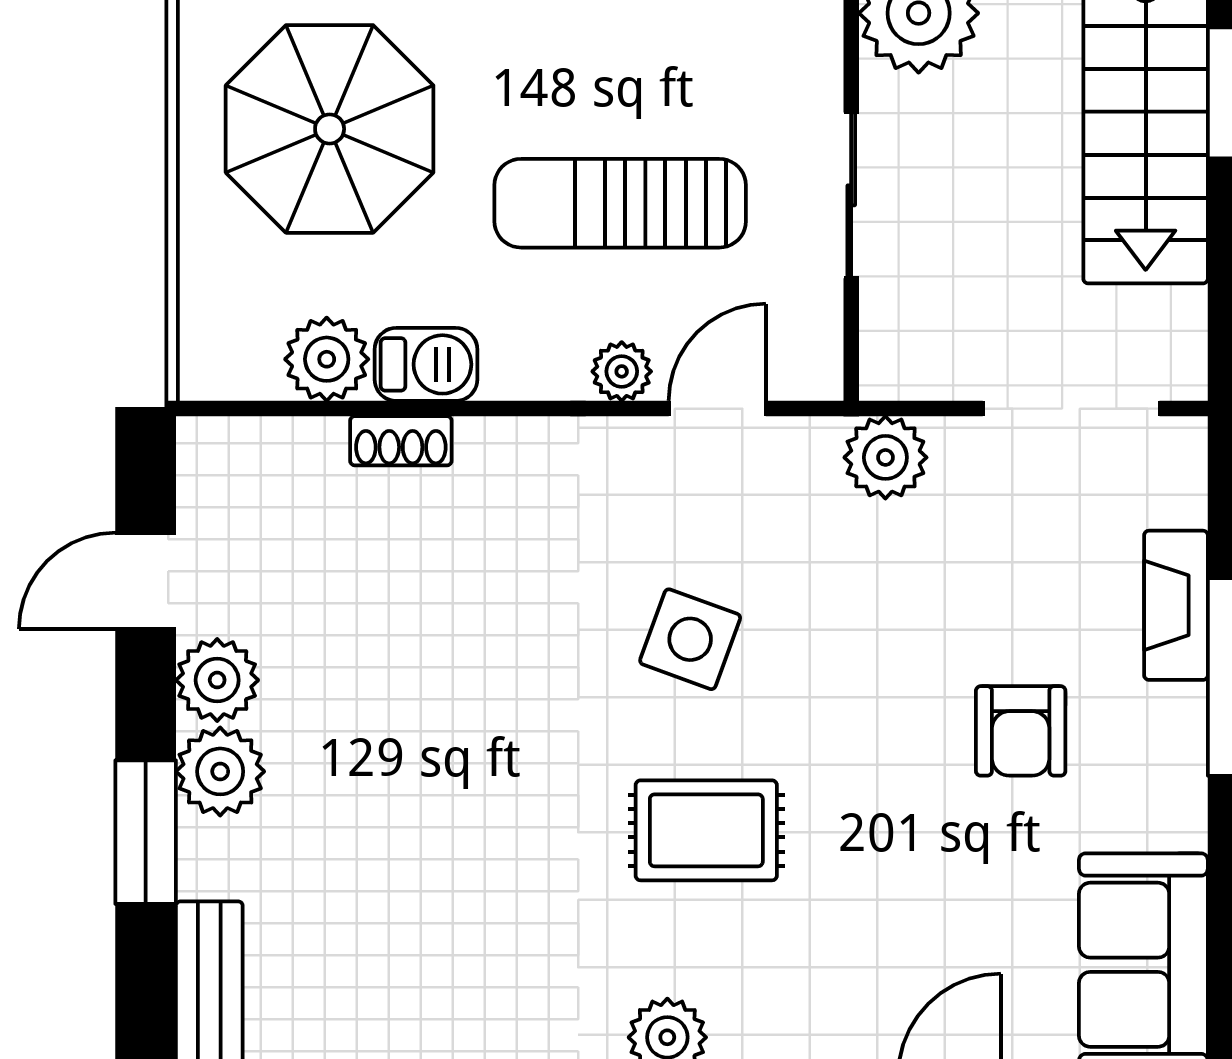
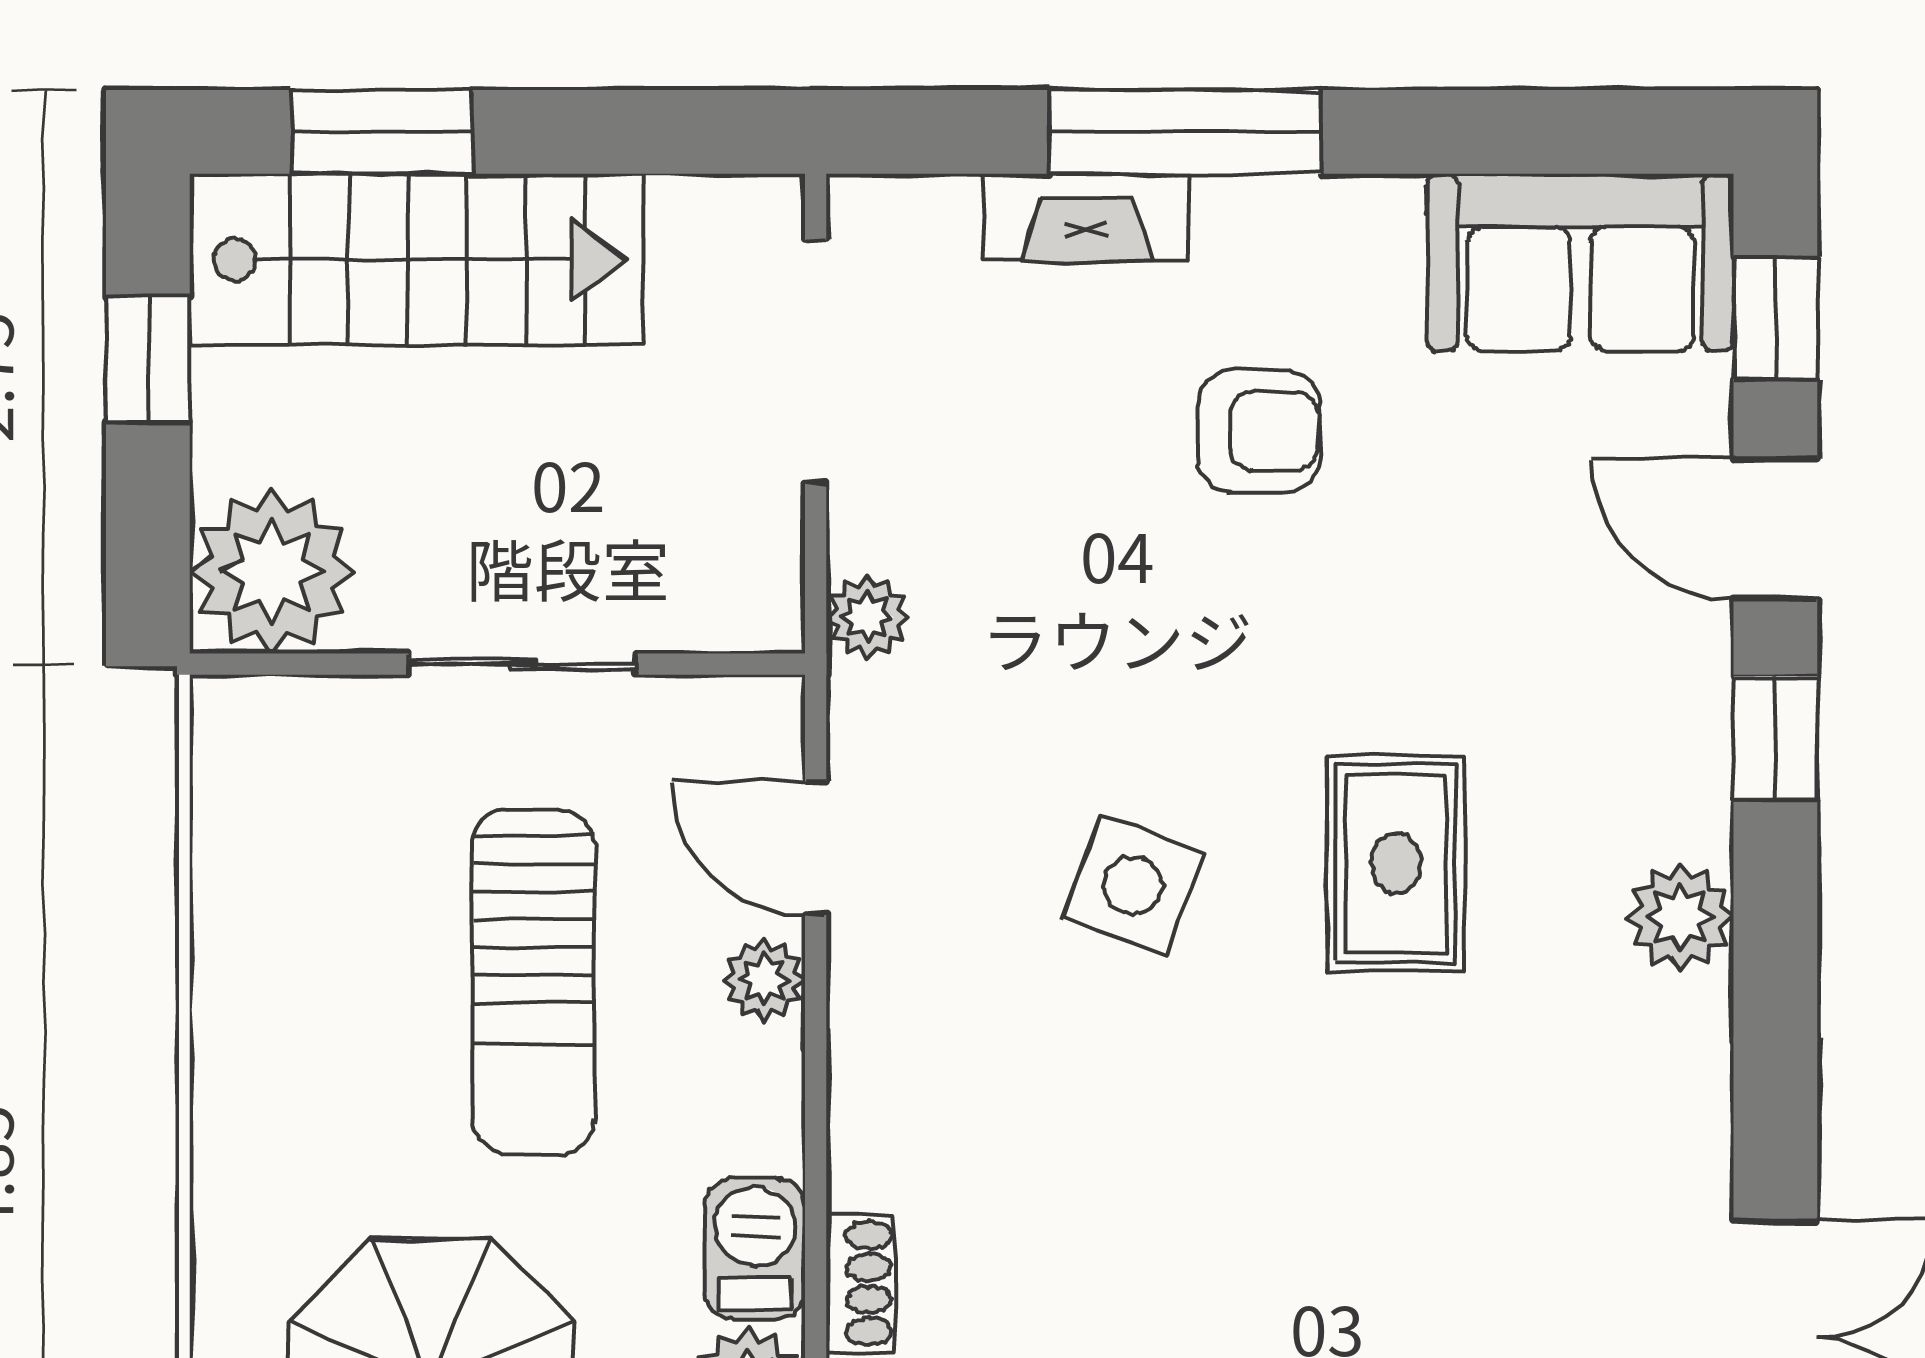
plant: (885, 457) -> (867, 617), width x0.73, depth x0.73

